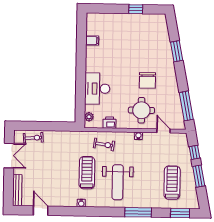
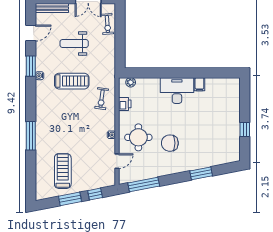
filing cabinet: (92, 41) -> (199, 84), moved
desk: (97, 89) -> (177, 91), moved
weight bench: (118, 182) -> (74, 43), moved, width x0.73, depth x0.75
treadmill: (172, 183) -> (63, 171), turned -90
window: (180, 213) -> (31, 66), moved

